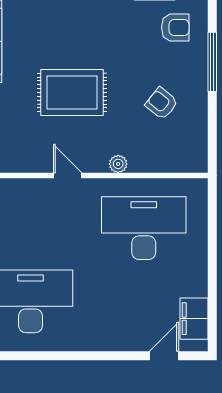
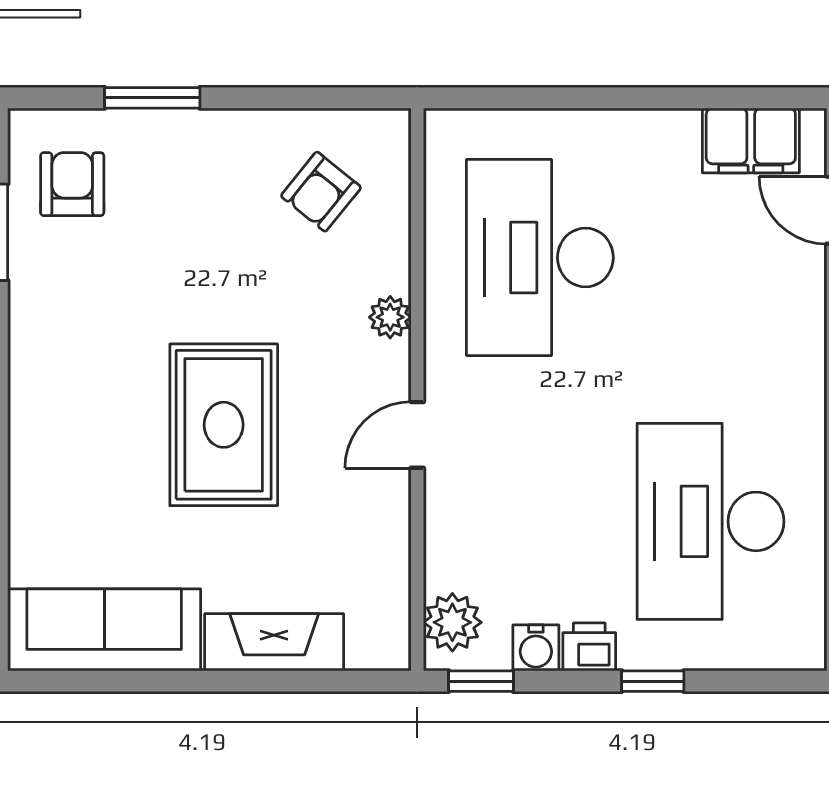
window: (212, 62) -> (152, 98), width x0.69
armchair: (162, 103) -> (321, 192), moved

